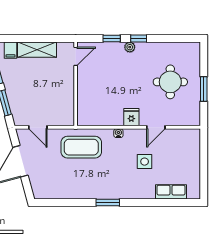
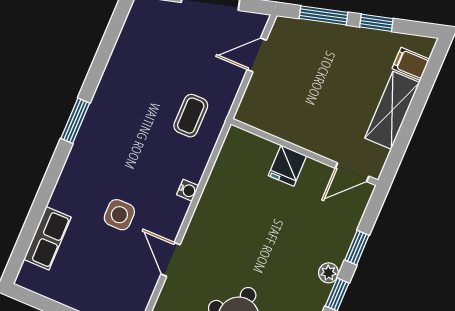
door: (76, 56) -> (352, 172), hinge flipped
fridge: (131, 117) -> (287, 166), moved, turned 90
coffee table: (81, 147) -> (191, 116), width x0.54, depth x0.58

